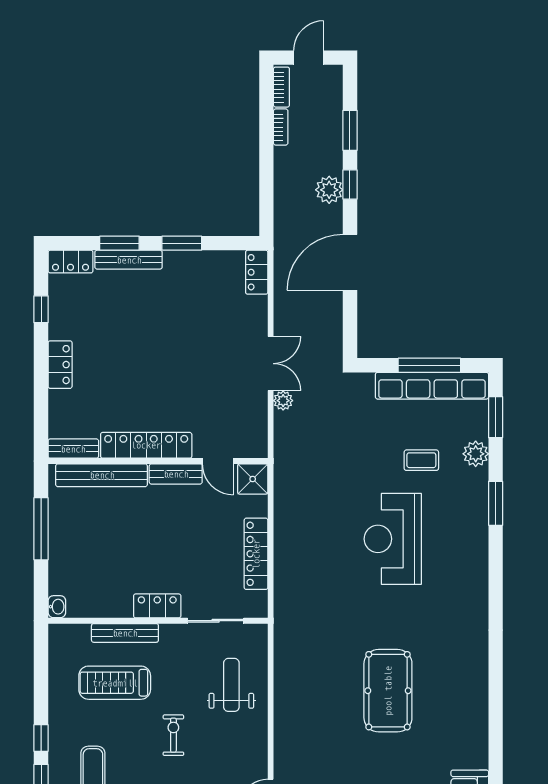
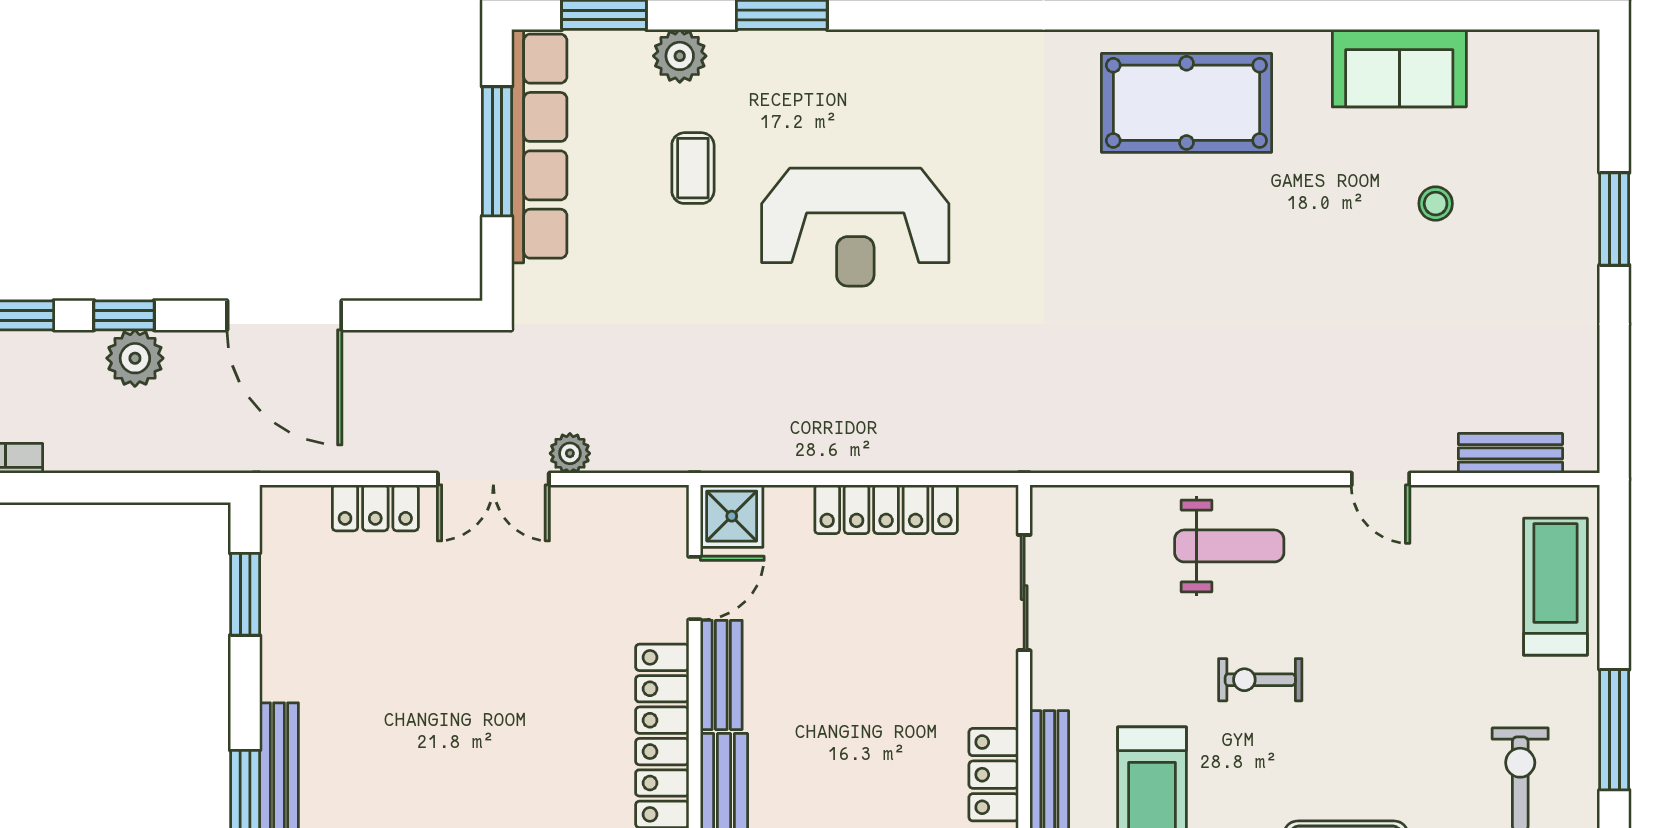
window: (182, 243) -> (245, 594), moved
locker: (257, 272) -> (375, 508), moved
double door: (271, 364) -> (493, 479), swing flipped
locker: (157, 606) -> (994, 775), moved
weight bench: (231, 685) -> (1229, 546), moved, turned 180
pool table: (388, 691) -> (1186, 103), moved

